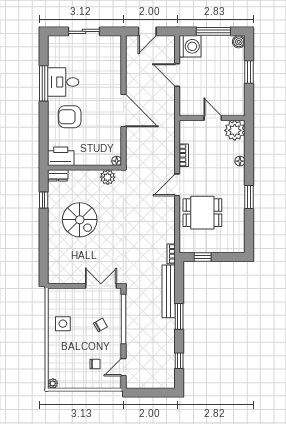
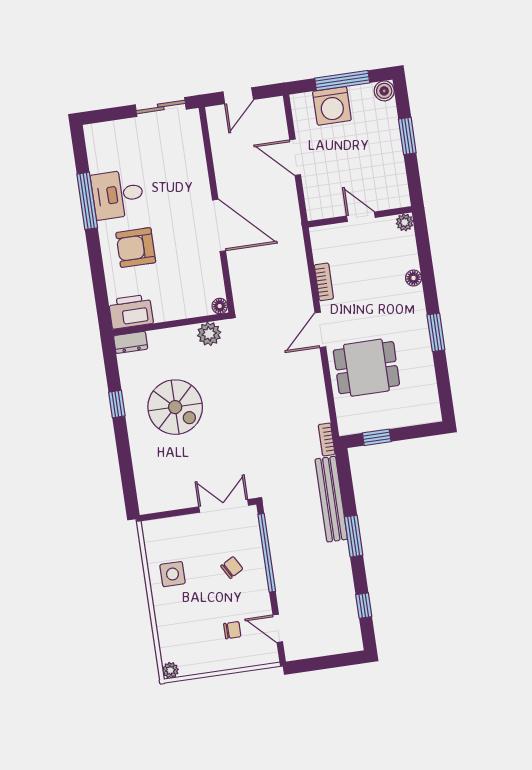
sliding door: (84, 31) -> (161, 107), moved
washing machine: (190, 46) -> (332, 106), moved, turned 90
plant: (235, 130) -> (405, 222), width x0.53, depth x0.53
window: (44, 200) -> (117, 404), moved
door: (123, 367) -> (278, 628), hinge flipped

